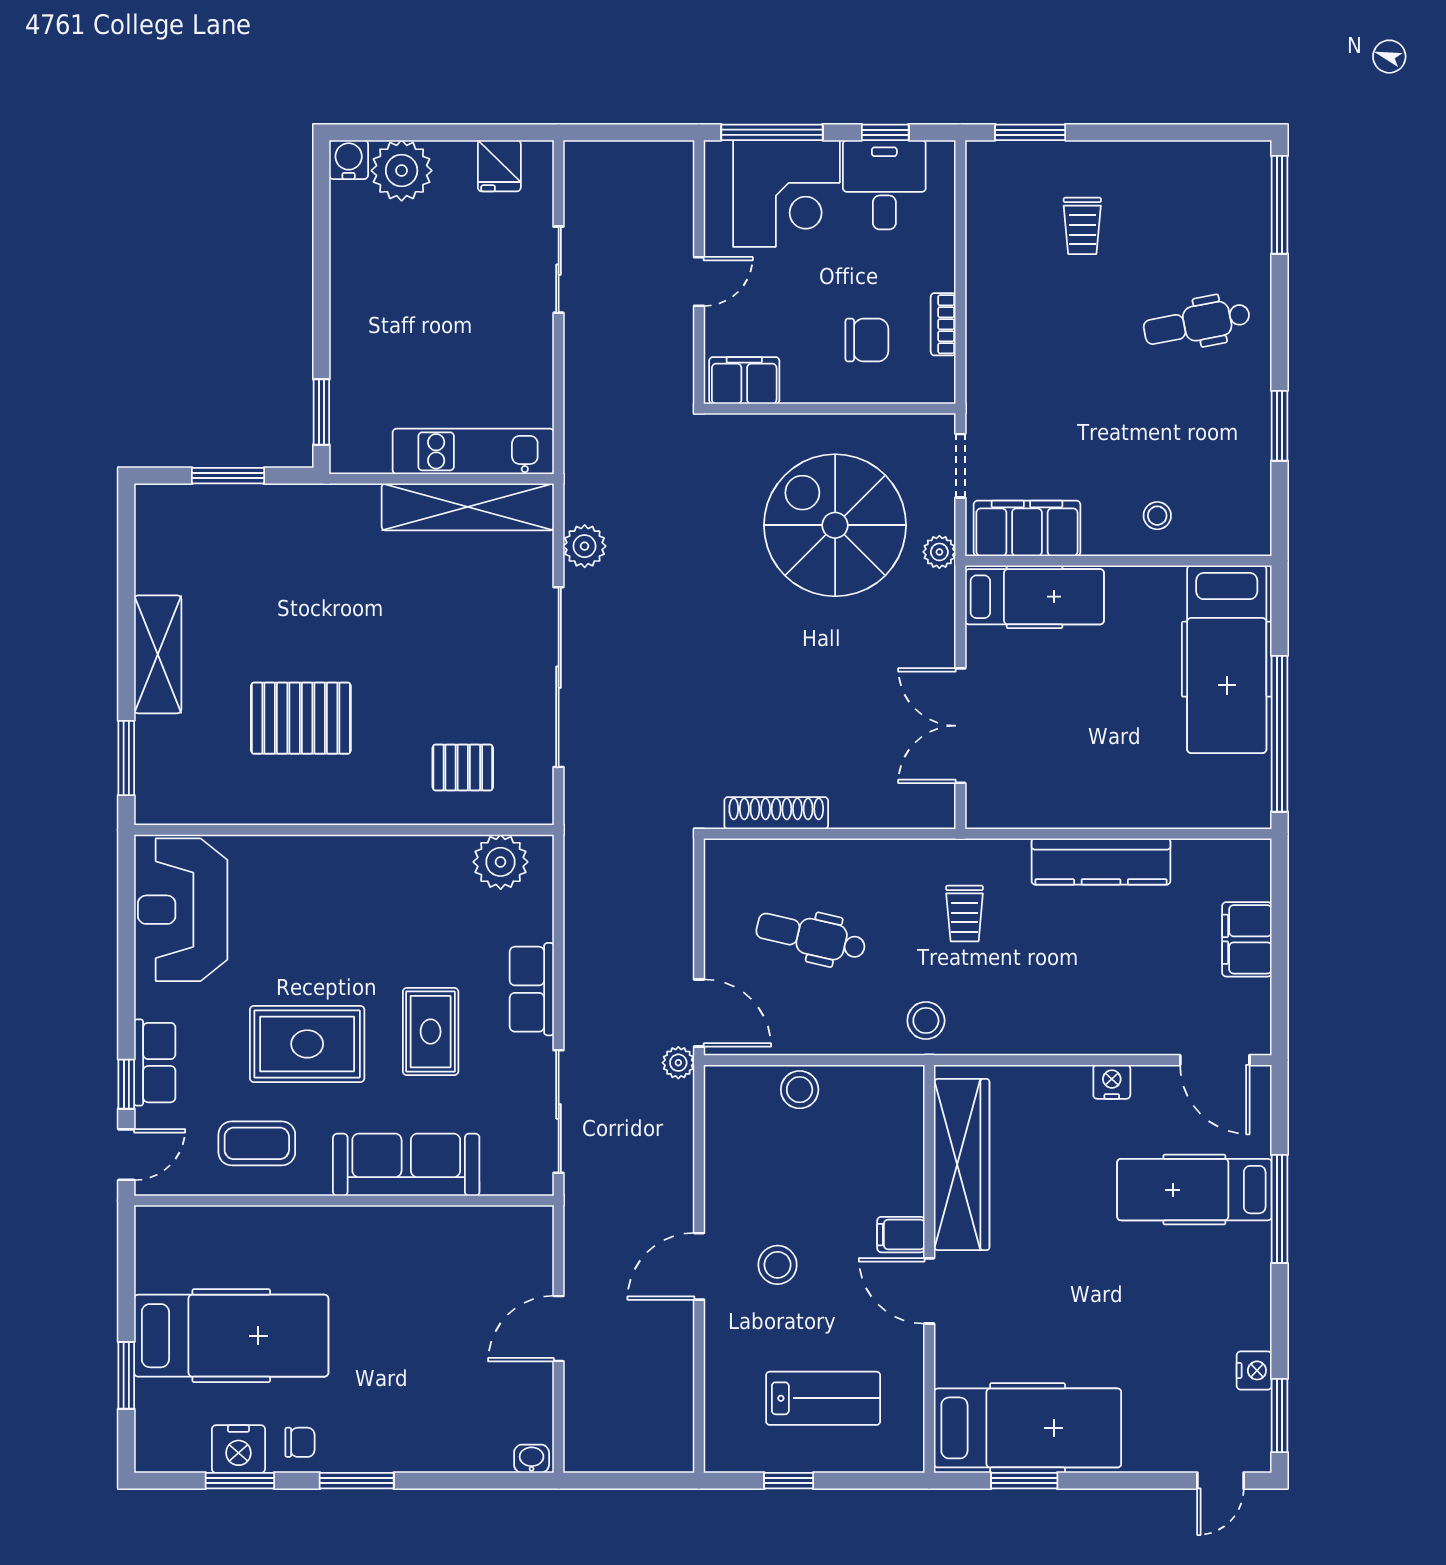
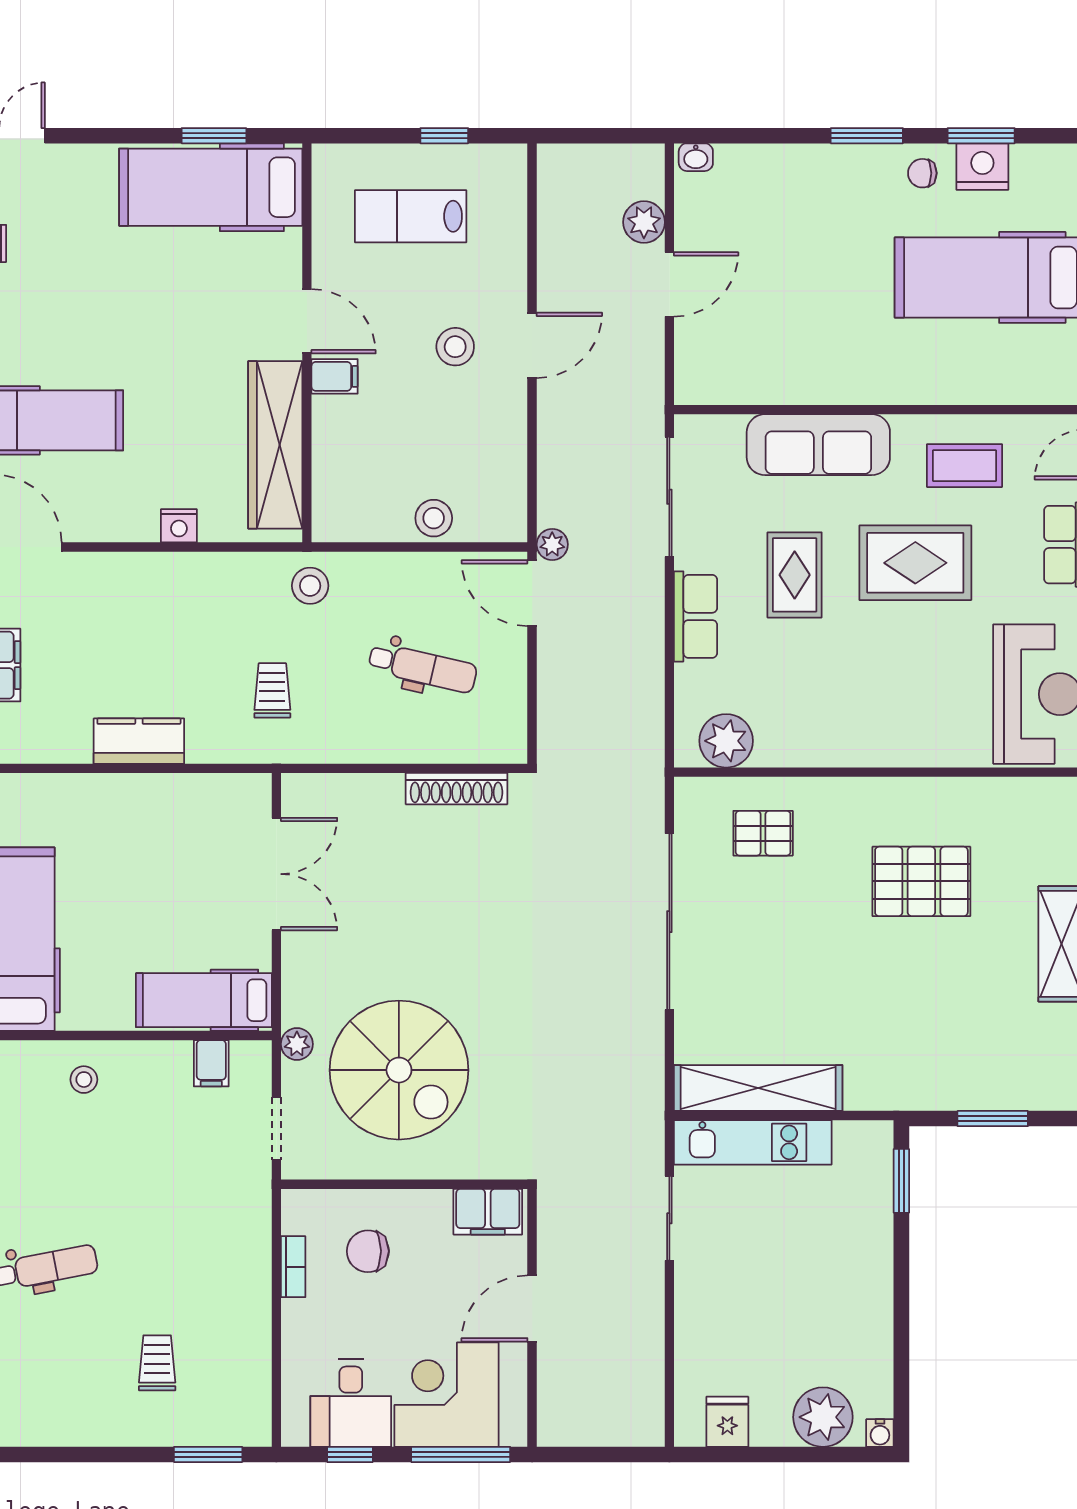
water cooler: (349, 160) -> (880, 1433), width x0.72, depth x0.72
sliding door: (559, 270) -> (669, 1218), moved
door: (699, 281) -> (532, 1308), width x1.38
filing cabinet: (1027, 528) -> (211, 1063), width x0.33, depth x0.86
plant: (585, 546) -> (644, 222), moved
kitchen counter: (1101, 862) -> (139, 741), width x0.67
nightstand: (1112, 1082) -> (179, 526), moved

